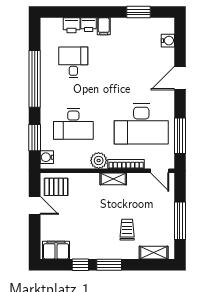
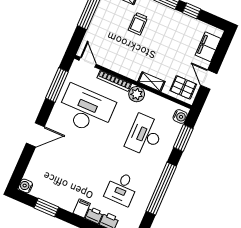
water cooler: (168, 41) -> (26, 186), moved
desk: (73, 124) -> (145, 135), turned -90
shelving: (113, 179) -> (151, 82), moved
filing cabinet: (56, 250) -> (208, 47), moved, turned 90

